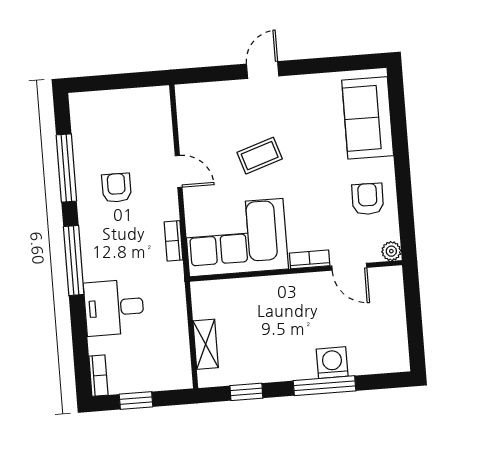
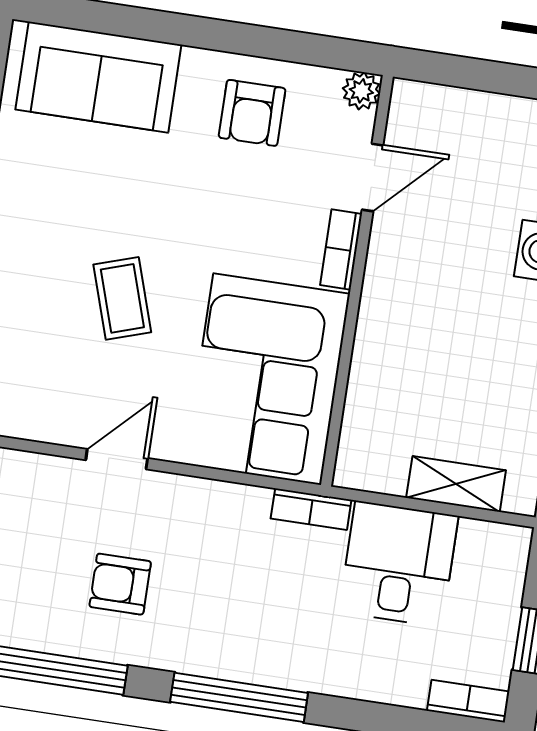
armchair: (368, 199) -> (252, 113), turned -91
bookcase: (174, 241) -> (311, 509), moved
desk: (114, 308) -> (399, 564), moved, turned 180

